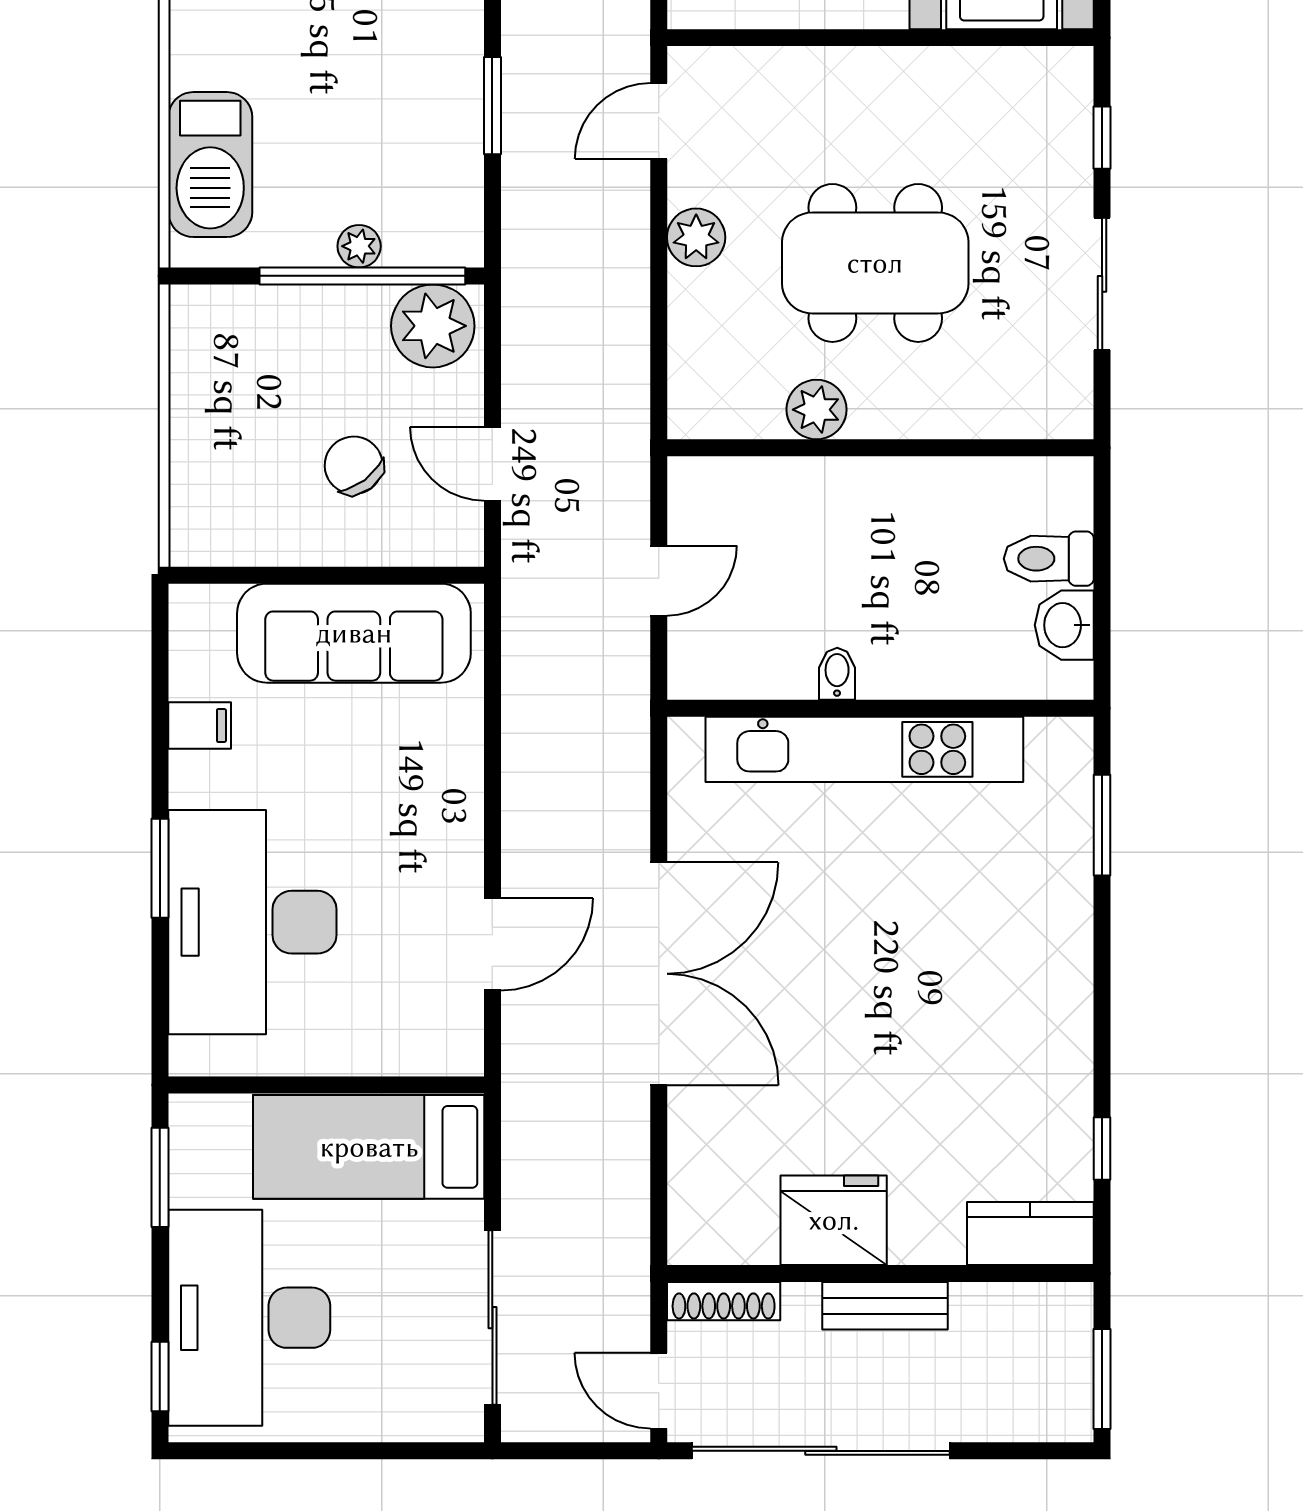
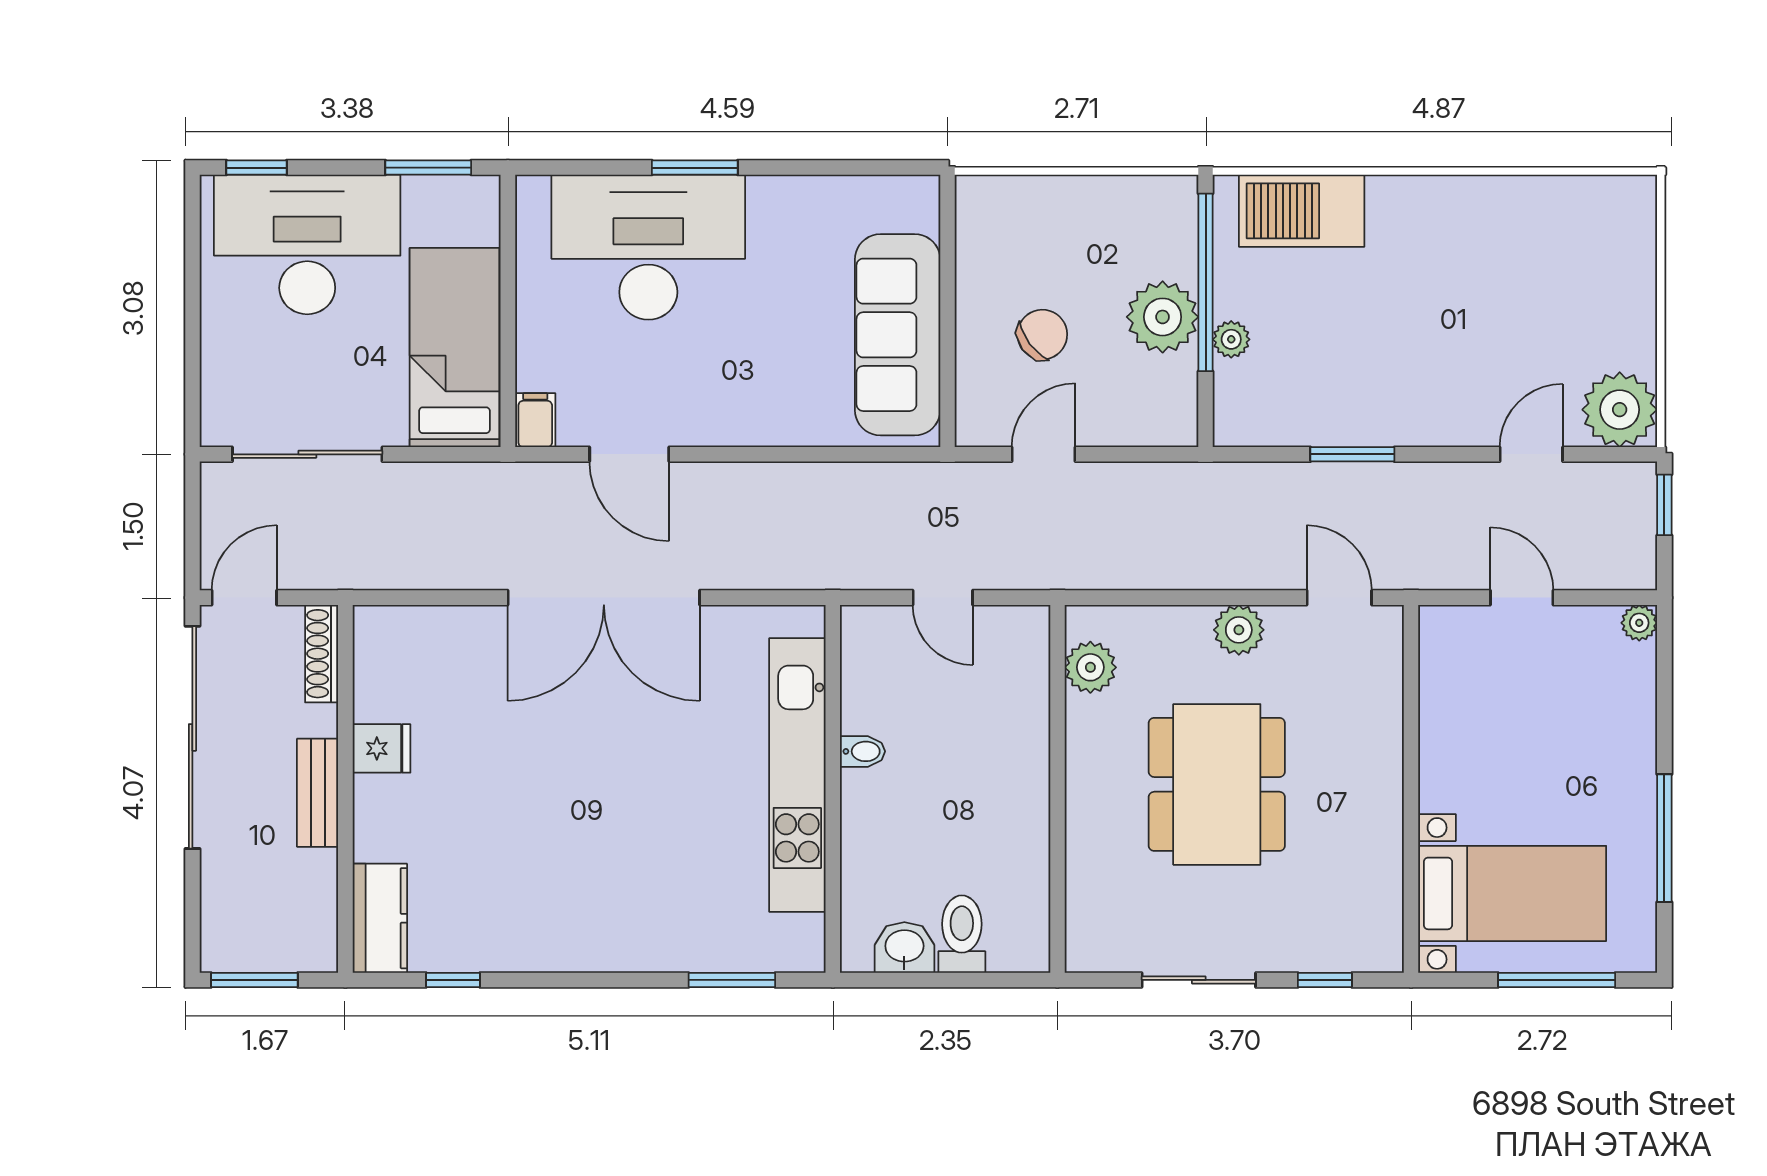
window: (362, 276) -> (1206, 282), moved
plant: (433, 326) -> (1163, 317), moved
plant: (817, 410) -> (1090, 667), moved
filing cabinet: (200, 725) -> (535, 420), moved, turned 180
fridge: (834, 1220) -> (381, 748), width x0.53, depth x0.75

